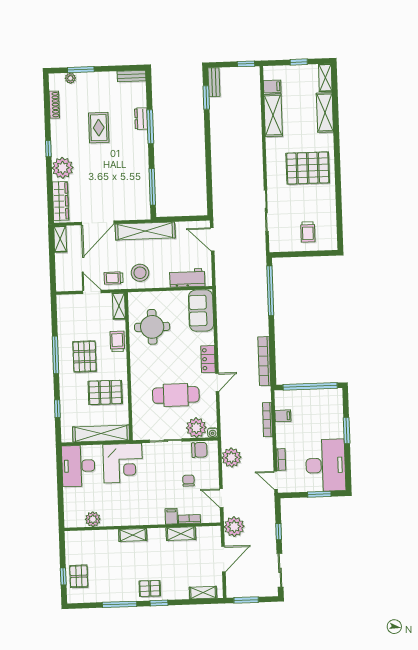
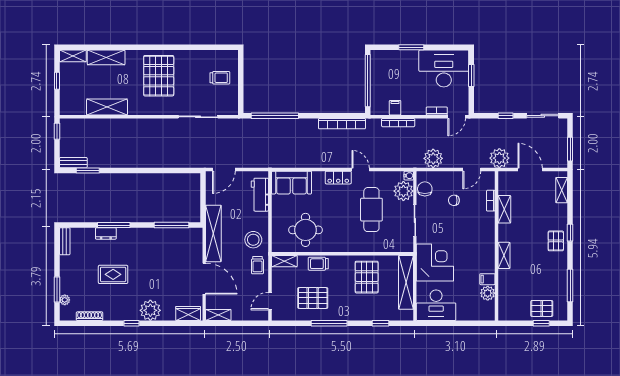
filing cabinet: (272, 86) -> (79, 107), removed
wardrobe: (60, 201) -> (188, 314), width x0.67
door: (92, 292) -> (270, 301), moved
pallet: (85, 356) -> (313, 298), moved
filing cabinet: (171, 516) -> (487, 279), moved
window: (120, 604) -> (570, 285), moved

